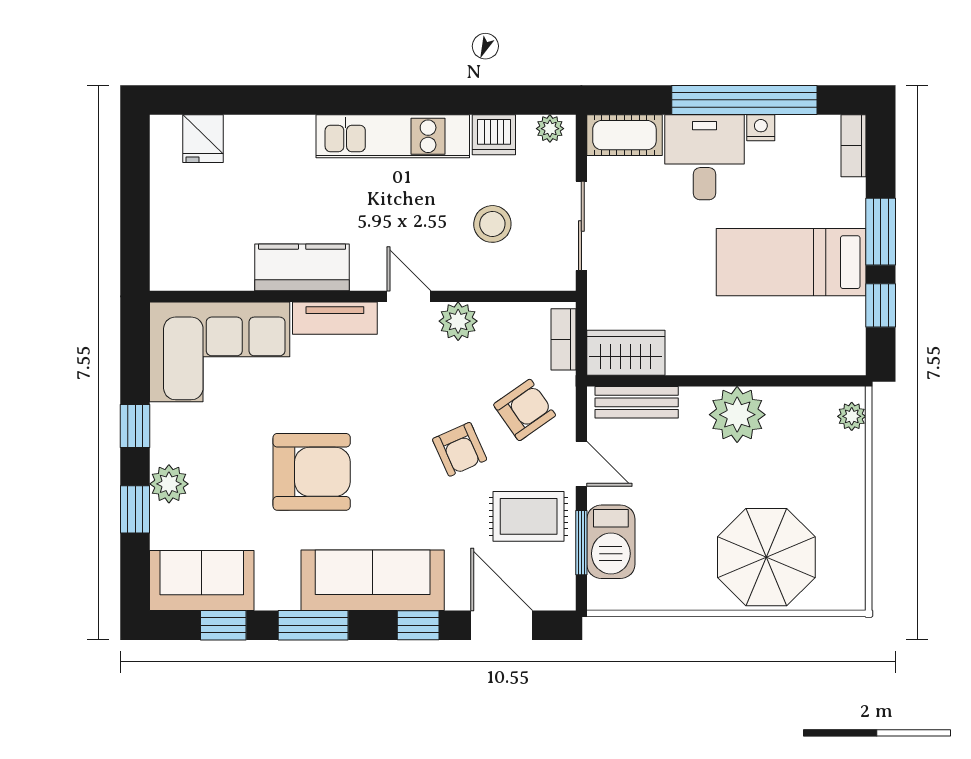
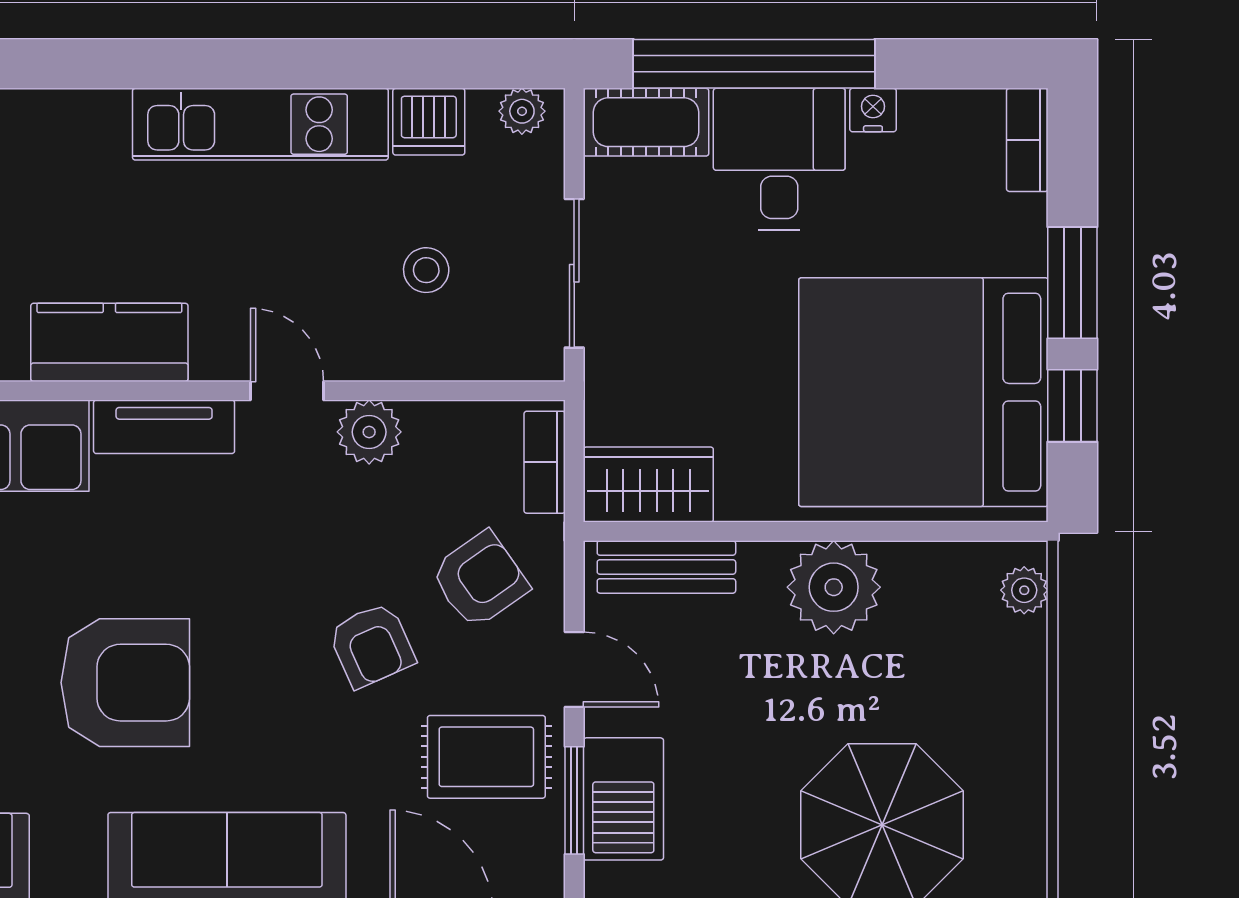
window: (744, 100) -> (754, 64), moved
stool: (492, 224) -> (426, 270), width x0.73, depth x0.73
bed: (791, 262) -> (923, 392), width x2.04

